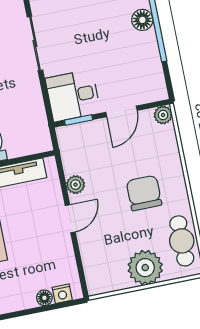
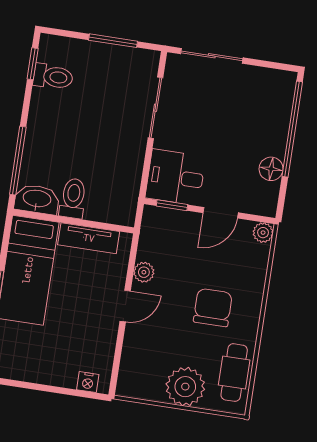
floor lamp: (142, 20) -> (271, 169), moved
floor lamp: (44, 298) -> (67, 380), removed

